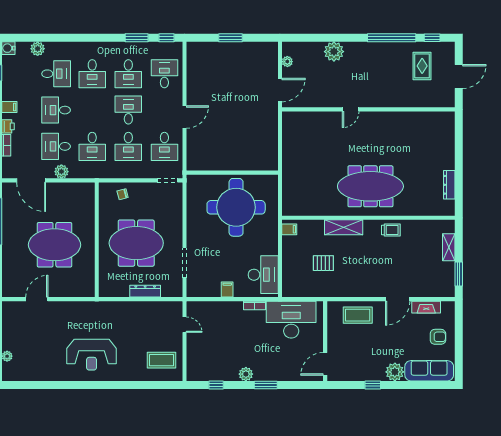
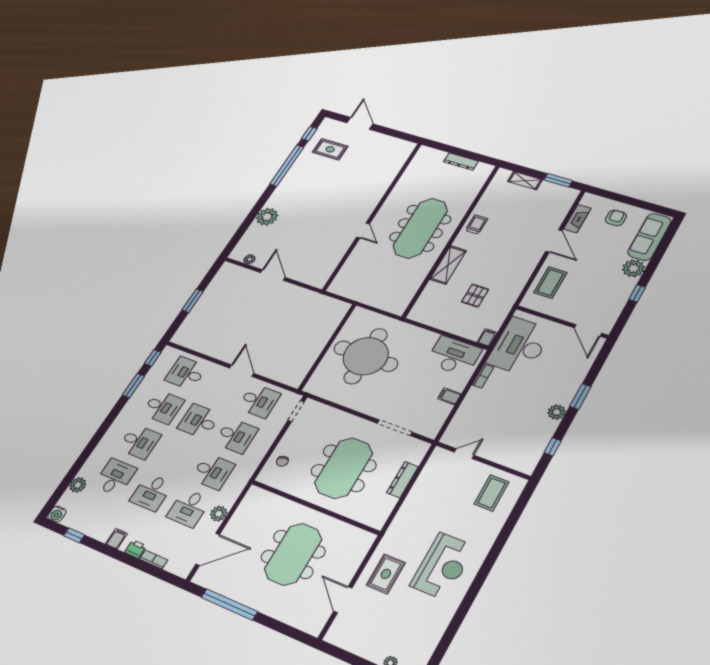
door: (351, 109) -> (363, 230), moved
wall: (368, 109) -> (373, 215), moved
filing cabinet: (289, 229) -> (487, 338), moved
rug: (69, 318) -> (386, 574), added

